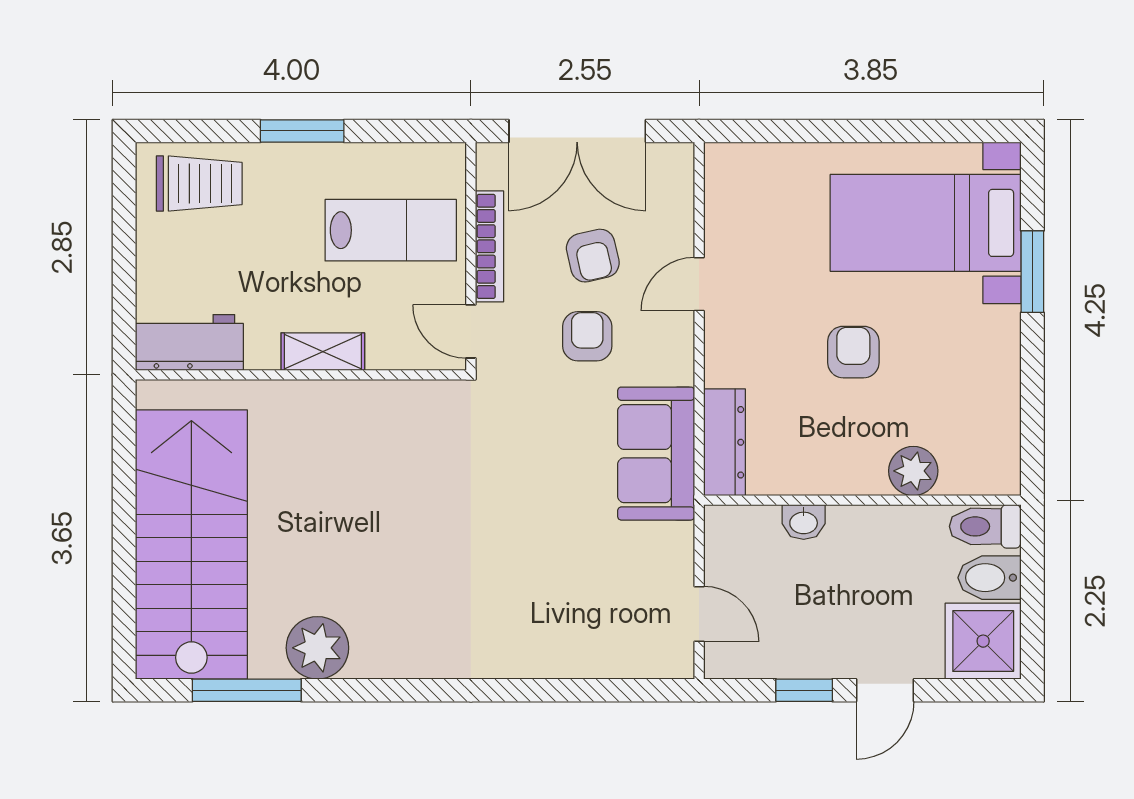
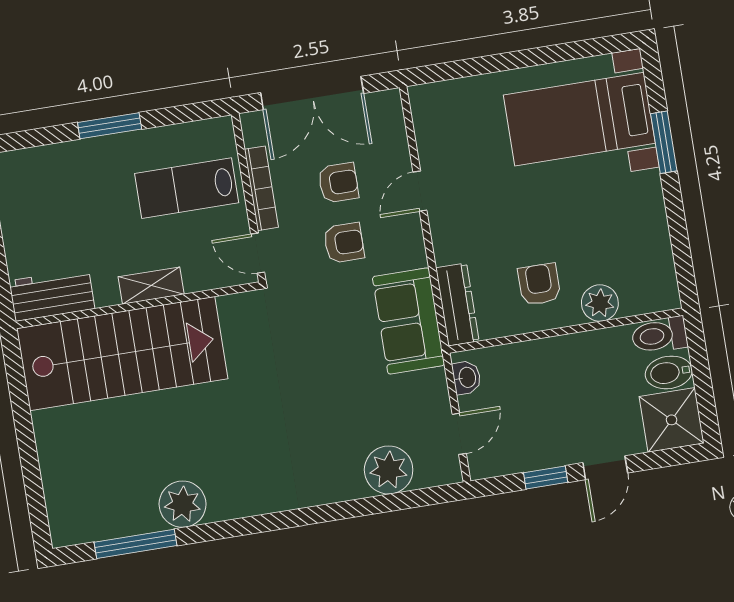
trolley: (199, 183) -> (40, 177), removed
lab bench: (391, 230) -> (187, 188), turned 180
armchair: (593, 256) -> (338, 183), turned -77
armchair: (587, 336) -> (344, 243), turned 90
armchair: (853, 352) -> (539, 284), moved
washbasin: (804, 522) -> (467, 377), moved, turned -90
stairs: (191, 544) -> (122, 354), moved, turned 90
door: (699, 614) -> (459, 434), hinge flipped
plant: (598, 647) -> (389, 470), added

